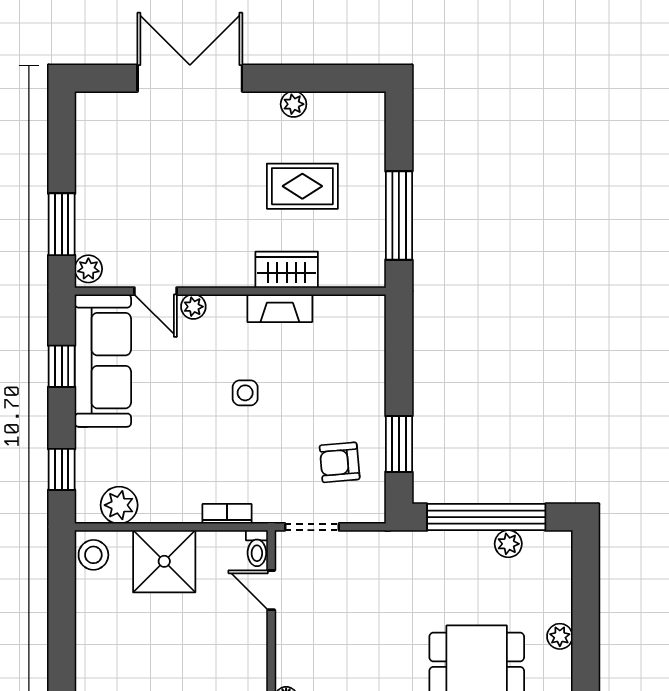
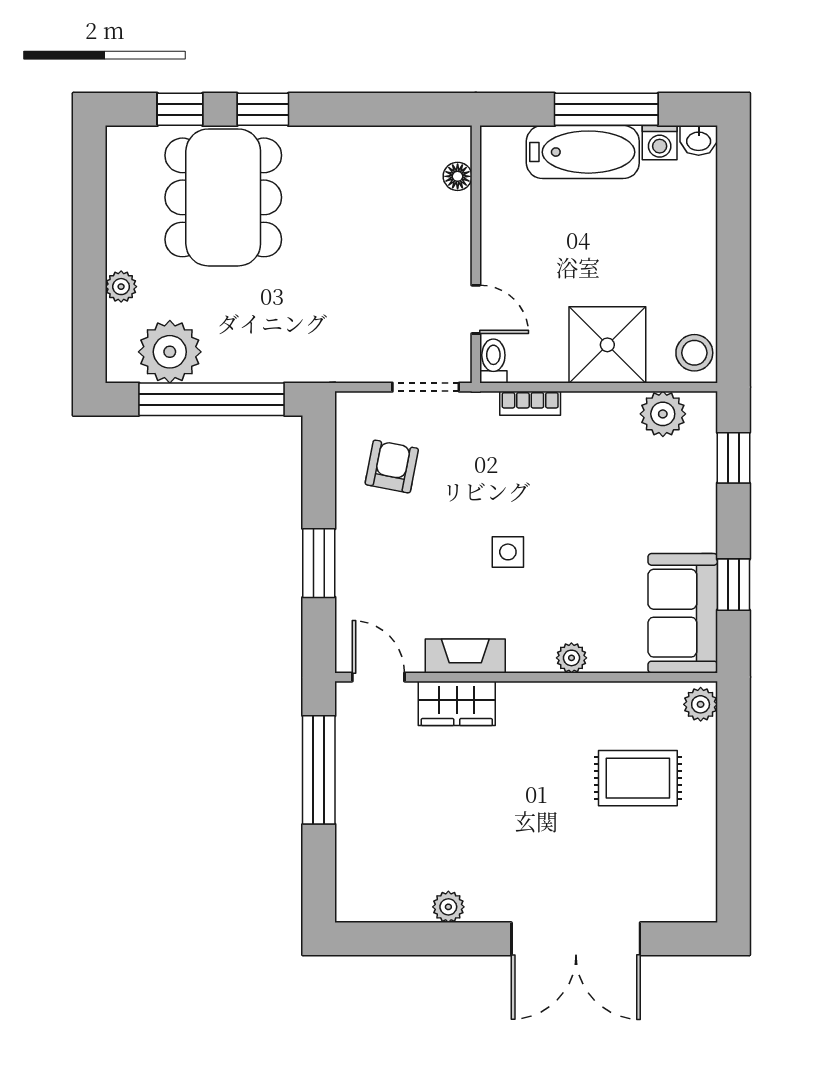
rug: (302, 186) -> (638, 778), moved
window: (62, 224) -> (733, 759), removed
door: (156, 291) -> (378, 677), moved
sofa: (103, 361) -> (683, 613), width x0.73
window: (399, 444) -> (319, 563), moved
armchair: (340, 462) -> (392, 466), turned -74
plant: (508, 544) -> (170, 352), width x1.88, depth x1.88
plant: (560, 636) -> (121, 287), moved

